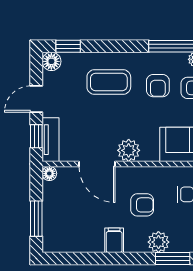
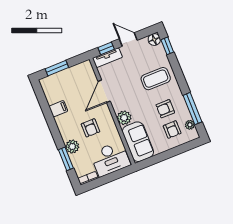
coffee table: (109, 82) -> (156, 79), turned 90
plant: (129, 150) -> (124, 118), moved
floor lamp: (49, 174) -> (87, 65), removed
filing cabinet: (114, 240) -> (58, 109), moved

